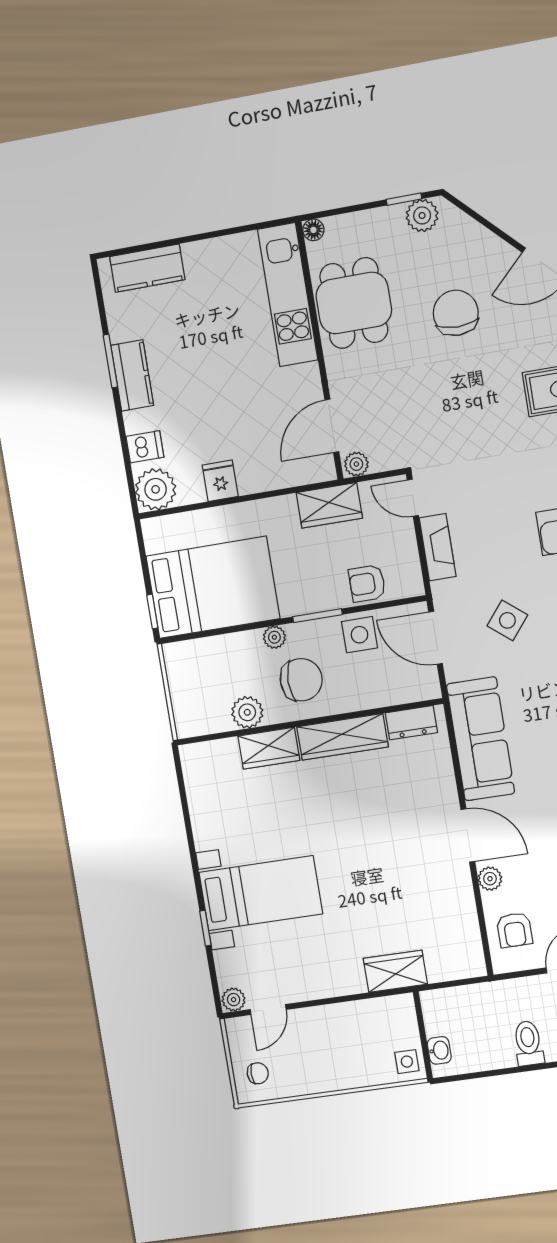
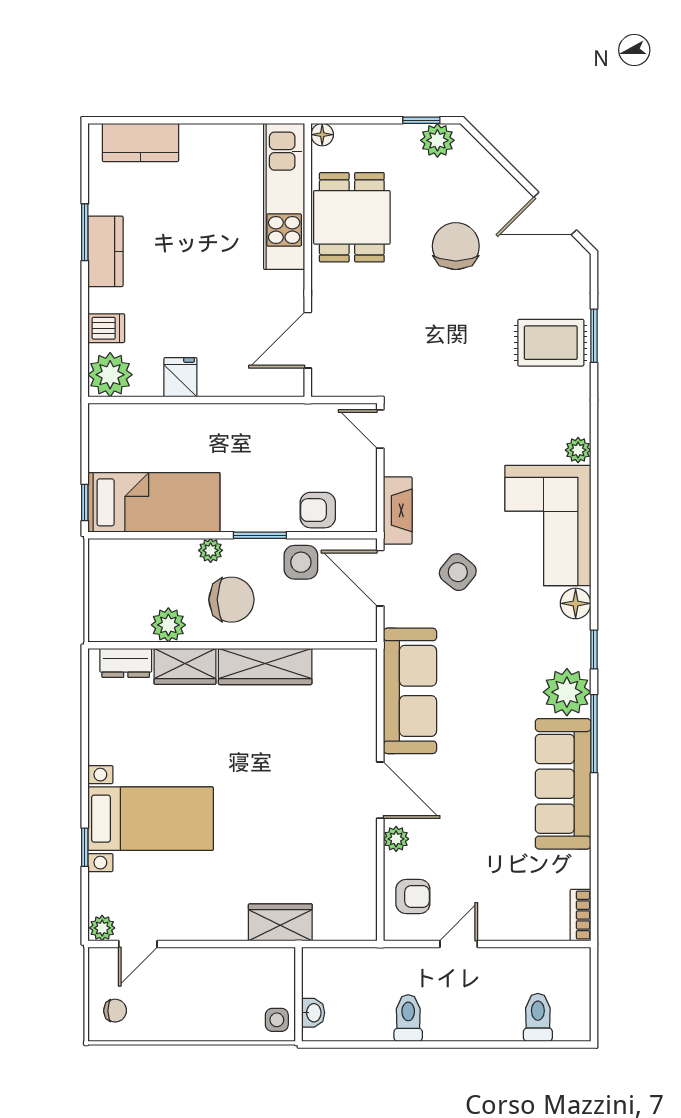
plant: (356, 464) -> (327, 384), removed
wardrobe: (329, 505) -> (292, 422), removed
fireplace: (438, 547) -> (398, 510), moved
bed: (213, 587) -> (154, 502), width x0.67
dresser: (411, 723) -> (126, 663), moved
armchair: (514, 930) -> (413, 896), turned -90

